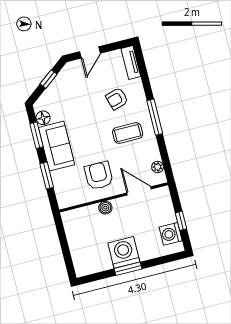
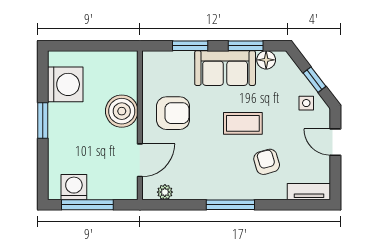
side table: (67, 81) -> (306, 103), added
coffee table: (128, 133) -> (243, 123), moved, turned 90
boiler: (105, 208) -> (122, 111), width x1.86, depth x1.86
window: (181, 221) -> (87, 205), width x2.17
washing machine: (124, 252) -> (65, 84), moved

